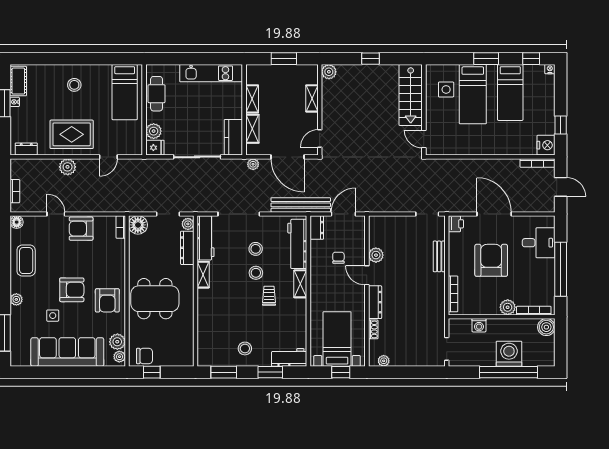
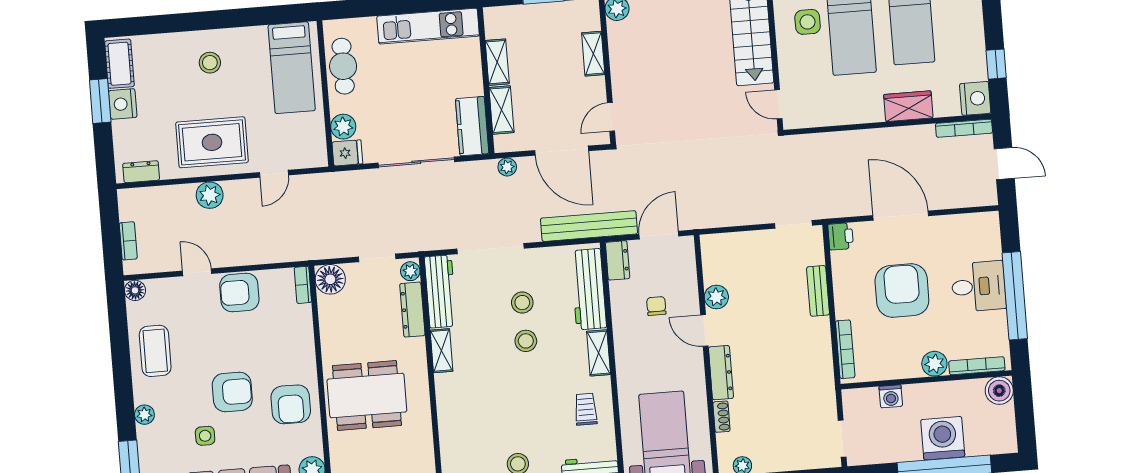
nightstand: (15, 102) -> (123, 104), width x1.89, depth x1.79
wardrobe: (504, 147) -> (908, 106), added
desk: (539, 243) -> (978, 286), moved
trolley: (269, 296) -> (586, 409), moved

